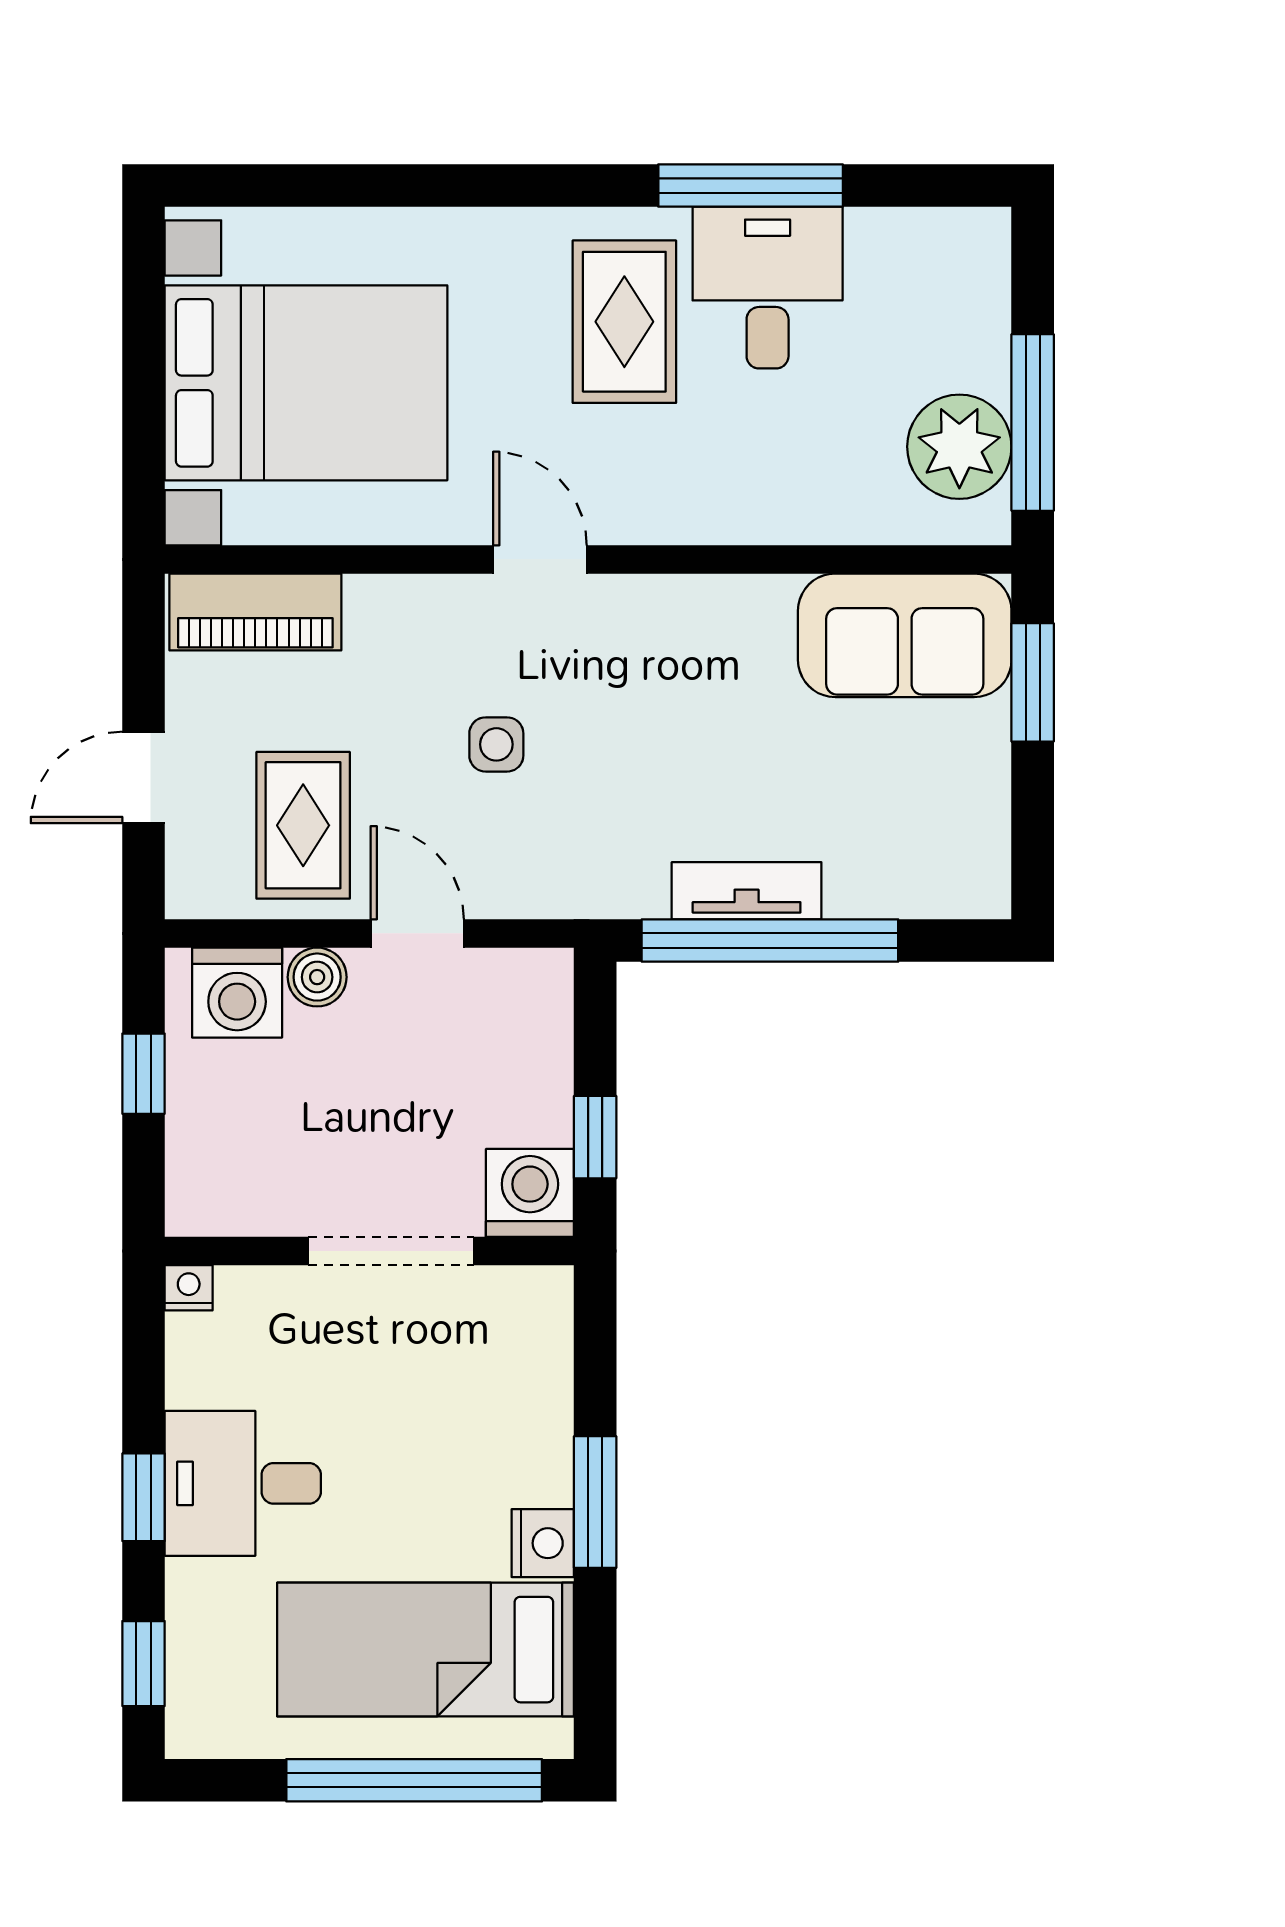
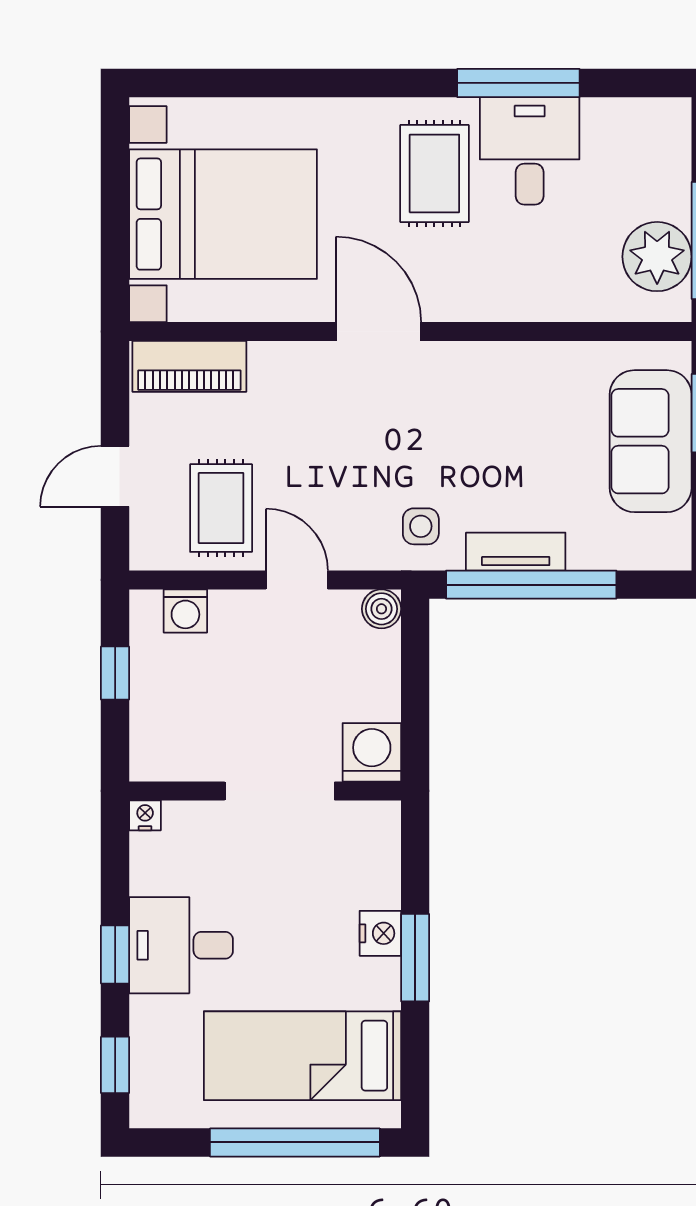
door: (540, 559) -> (378, 331), width x1.38
sofa: (905, 635) -> (651, 441), moved, turned 90
side table: (496, 744) -> (421, 526), moved
boiler: (317, 977) -> (381, 609), moved
washing machine: (237, 993) -> (185, 611), width x0.73, depth x0.73
window: (595, 1137) -> (415, 715), removed
nightstand: (543, 1543) -> (380, 933), moved

